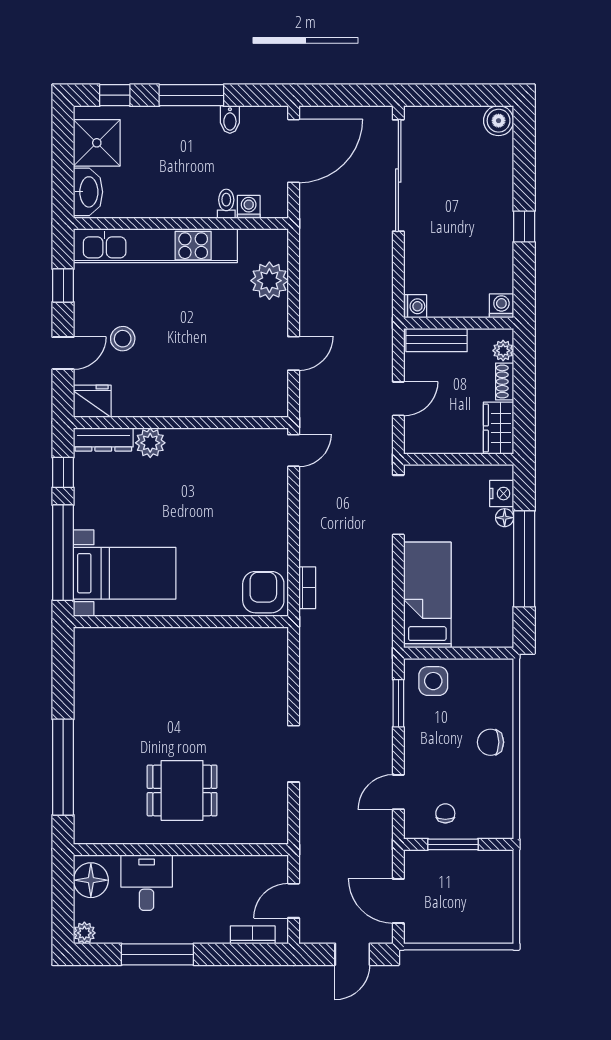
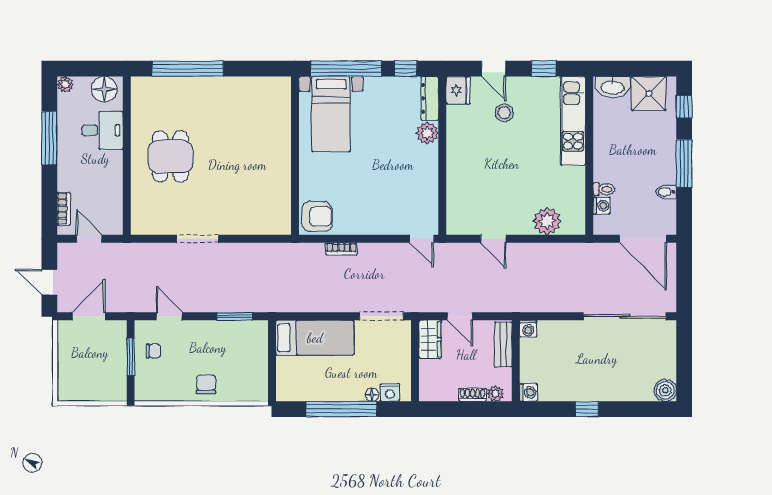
kitchen unit: (155, 246) -> (573, 121), width x0.73
wardrobe: (499, 428) -> (430, 339), moved, turned 90
bookcase: (307, 588) -> (341, 249), moved
side table: (433, 681) -> (251, 342), removed

